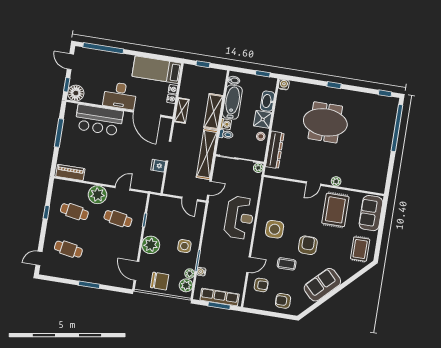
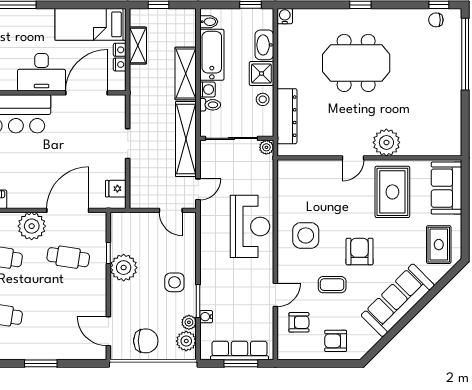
chair: (382, 103) -> (436, 20), added
shelving: (182, 111) -> (138, 46), moved
door: (147, 114) -> (86, 93), swing flipped
fridge: (158, 166) -> (116, 189), moved
plant: (336, 181) -> (386, 142), width x1.88, depth x1.88
door: (123, 188) -> (68, 210), width x1.88
plant: (151, 245) -> (124, 268), moved
sofa: (322, 285) -> (398, 300), width x1.36

